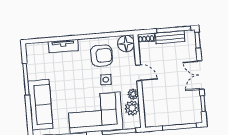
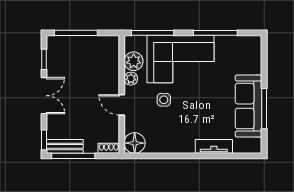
bench: (170, 37) -> (65, 146), moved
armchair: (101, 56) -> (167, 130), removed
sofa: (41, 105) -> (248, 106), moved

